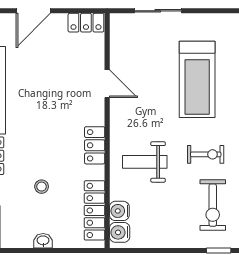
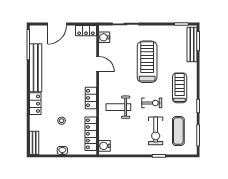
treadmill: (197, 79) -> (147, 62), turned 180
water cooler: (119, 211) -> (104, 37), moved

